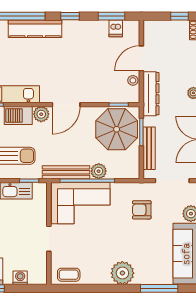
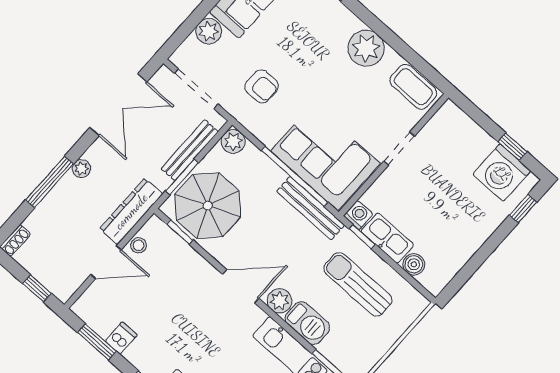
window: (179, 16) -> (37, 288), moved
dishwasher: (116, 28) -> (121, 338), moved
plant: (99, 171) -> (233, 141), moved
plant: (122, 273) -> (366, 48), moved
coffee table: (69, 275) -> (413, 87), width x1.36, depth x1.30
washing machine: (20, 278) -> (358, 215), moved, turned 180

